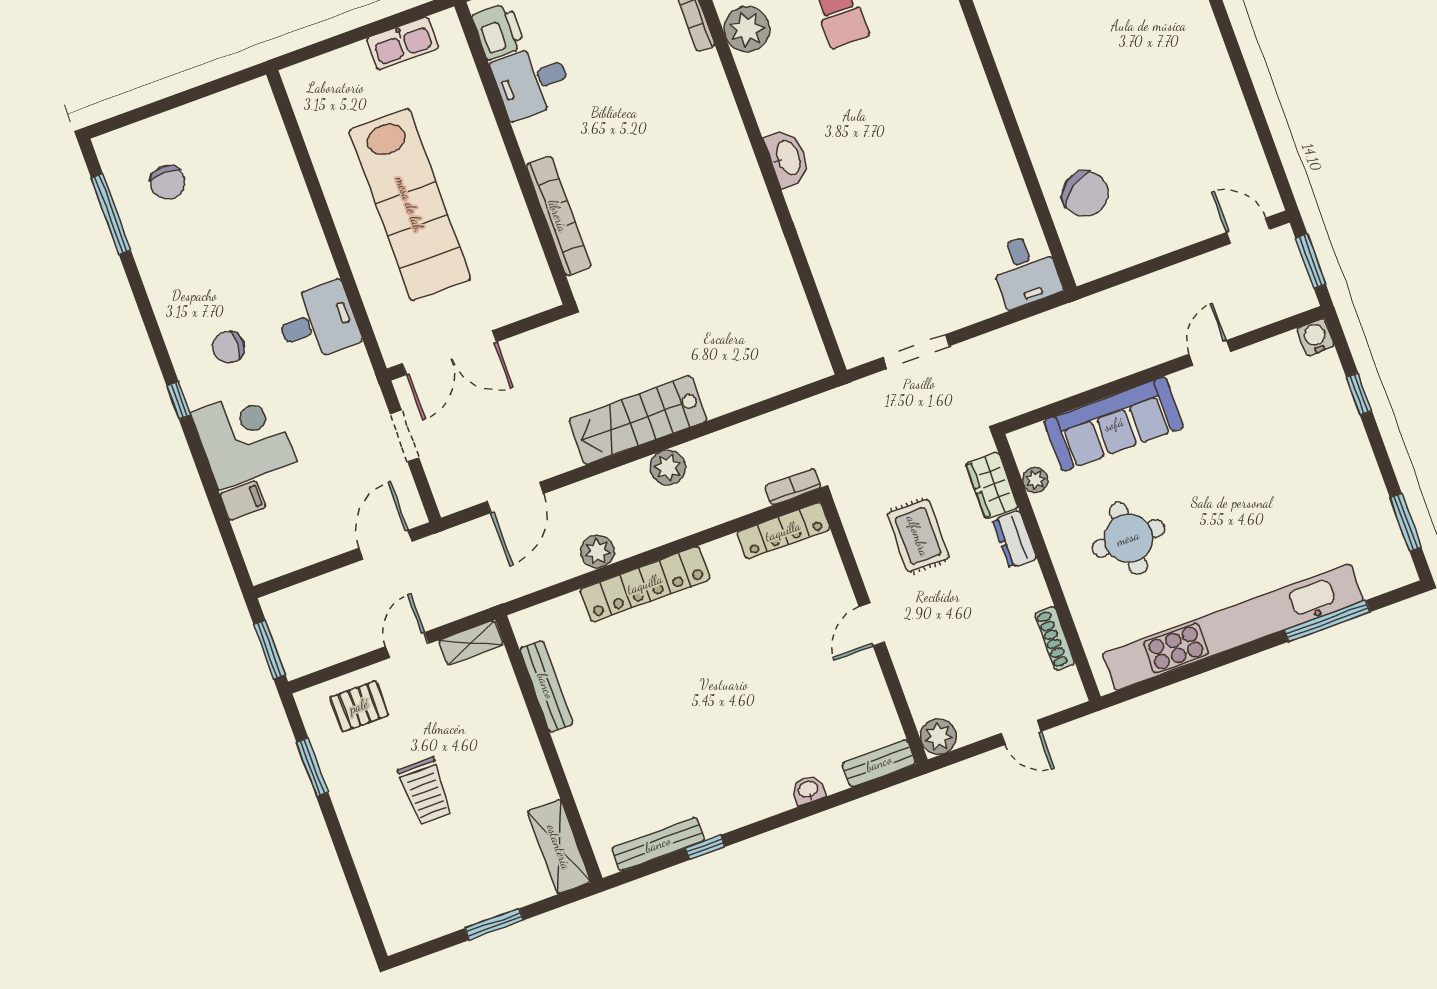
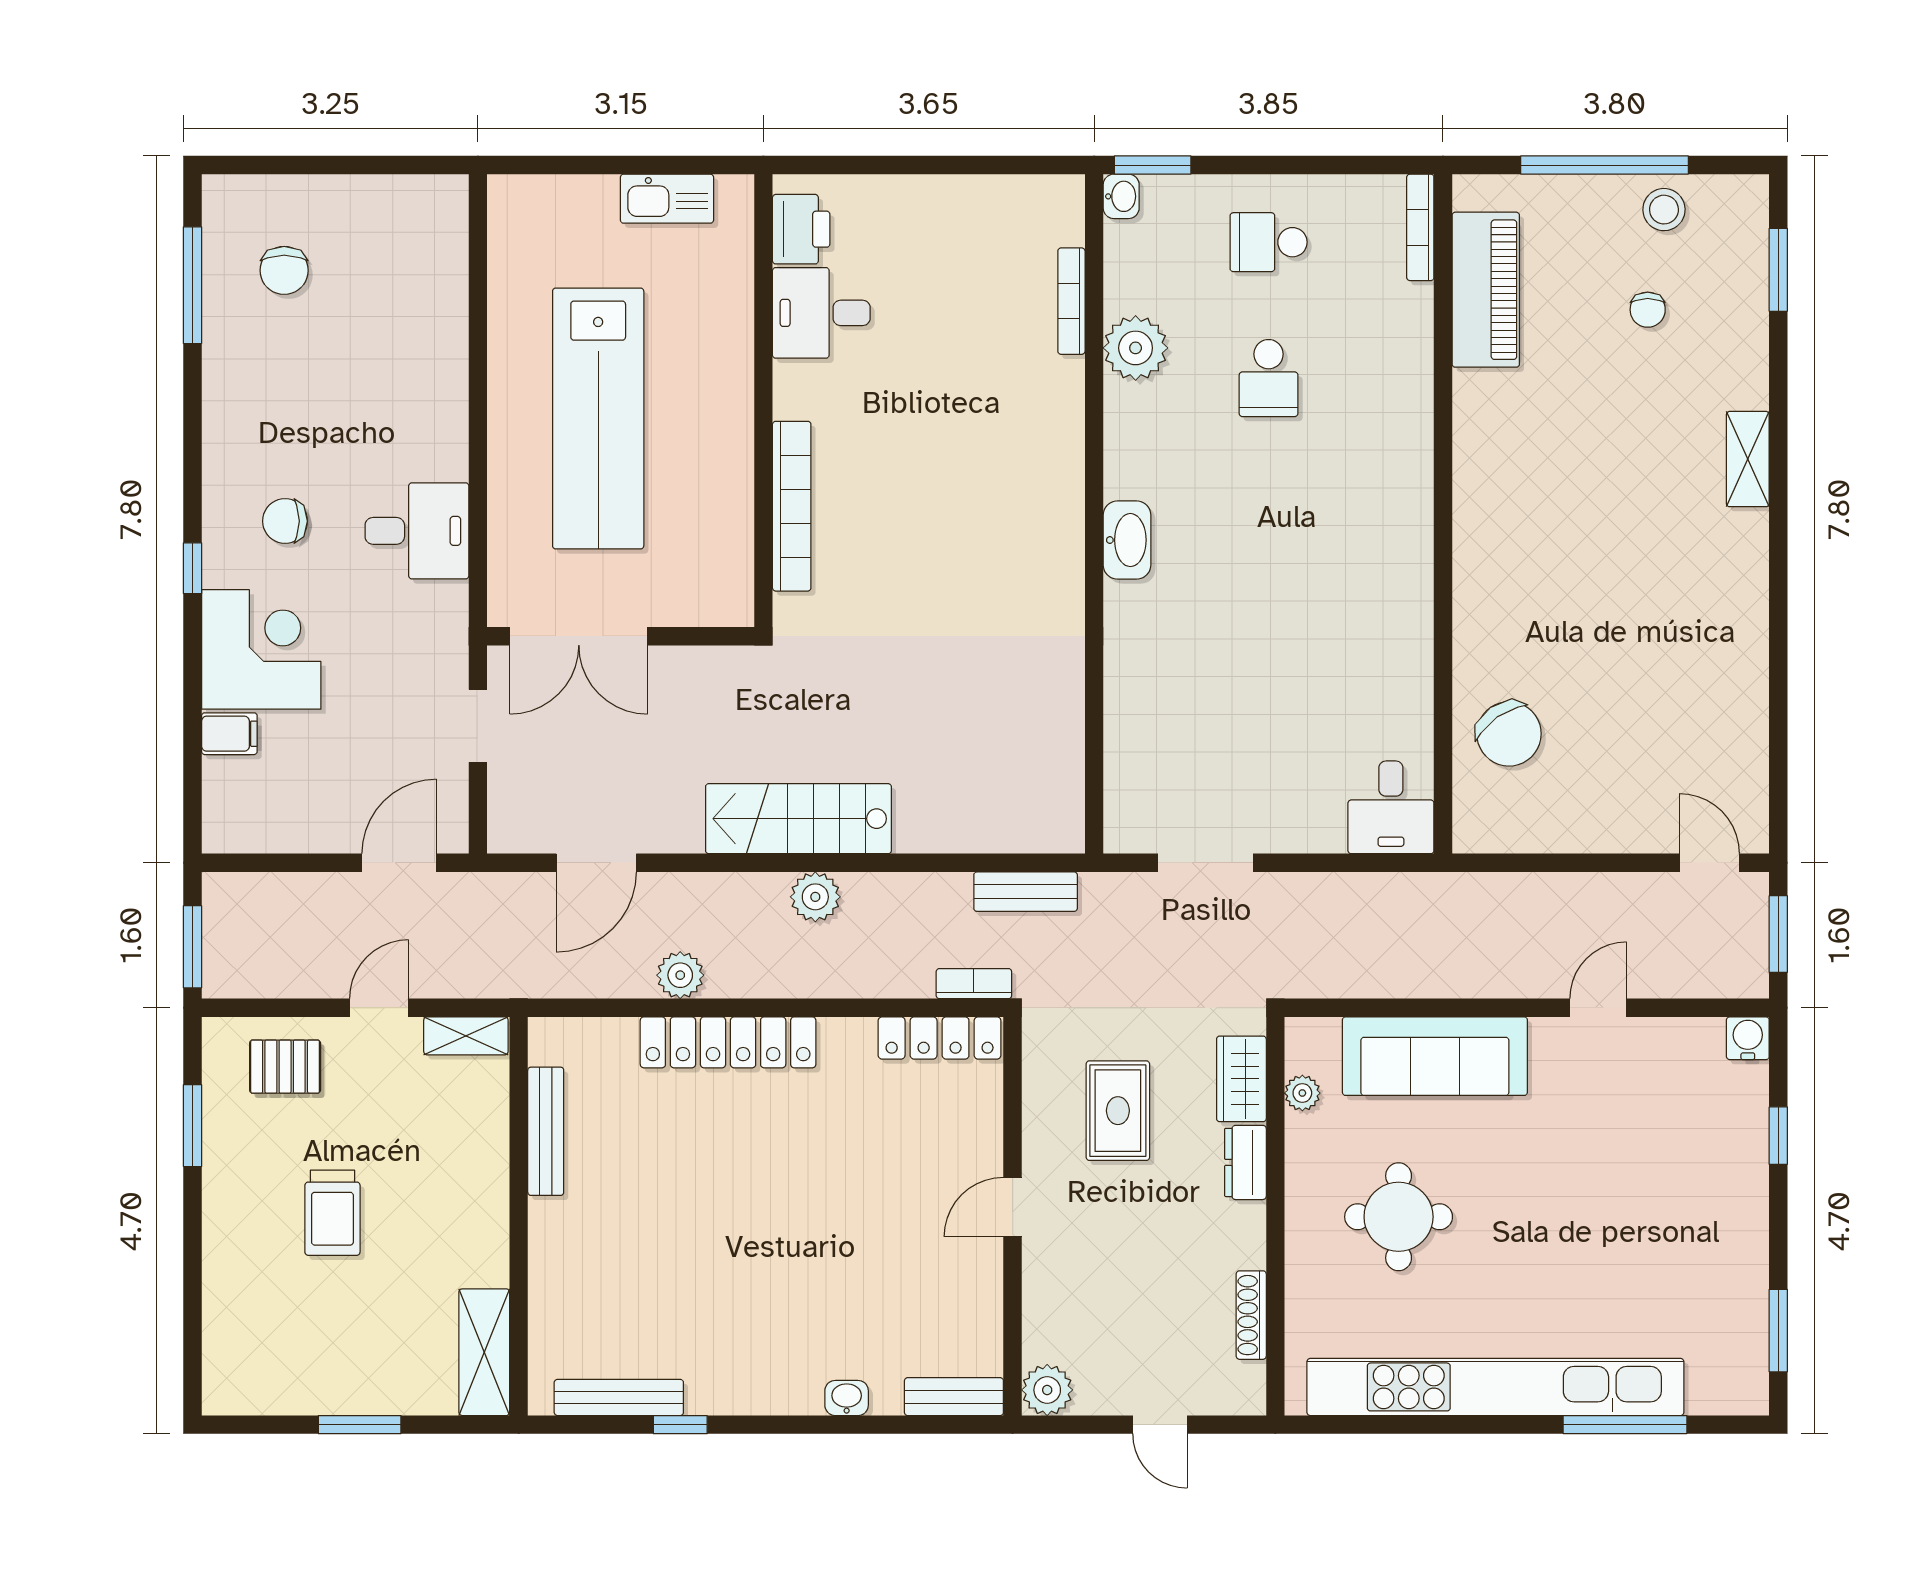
bench: (805, 414) -> (1026, 892), added

